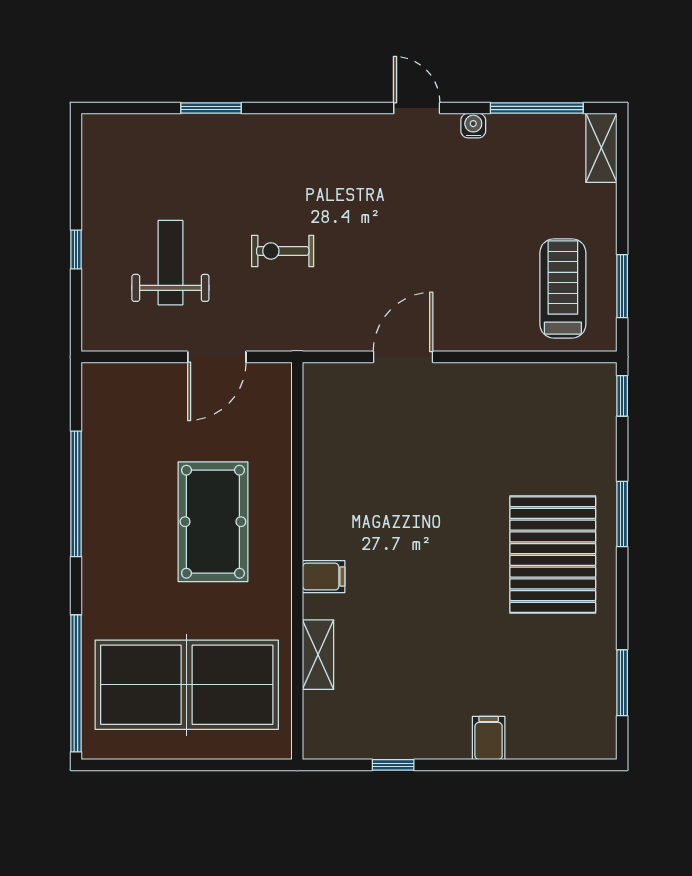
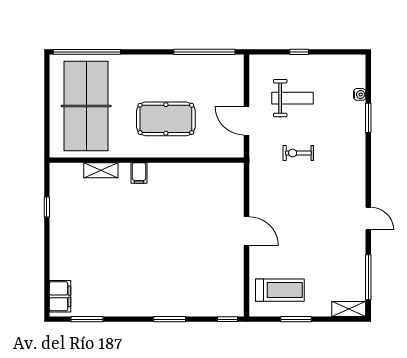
door: (417, 108) -> (368, 219), hinge flipped
water cooler: (473, 126) -> (360, 94), moved
exercise bike: (283, 251) -> (298, 153), turned -90
window: (622, 286) -> (296, 319), moved
door: (403, 357) -> (246, 231), moved
window: (76, 494) -> (204, 52), moved
pallet: (553, 555) -> (150, 285), removed
filing cabinet: (489, 738) -> (60, 296), moved, width x2.00

